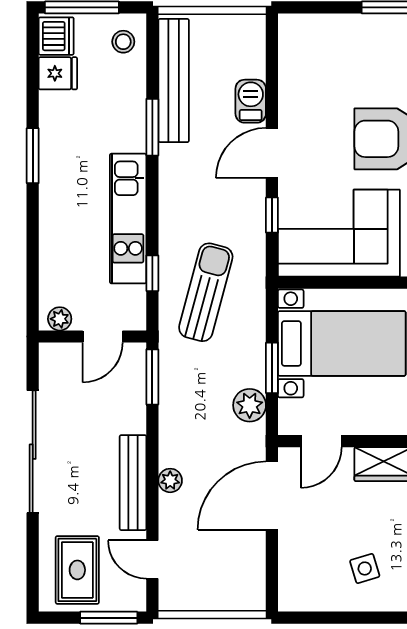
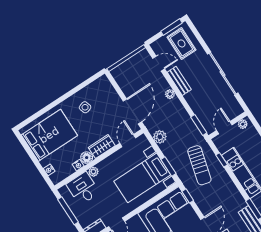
window: (272, 215) -> (188, 196), moved
window: (272, 368) -> (168, 166), moved
bench: (133, 483) -> (179, 81), width x0.73
window: (109, 618) -> (172, 27), moved

